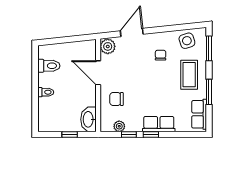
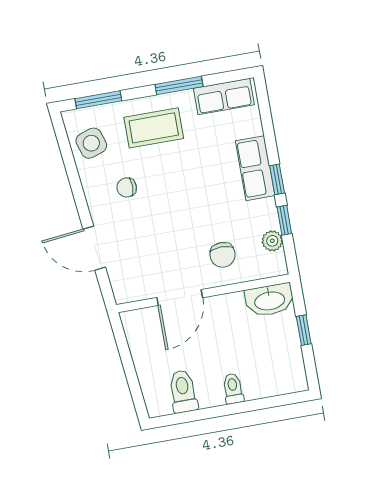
plant: (108, 46) -> (128, 288), removed

